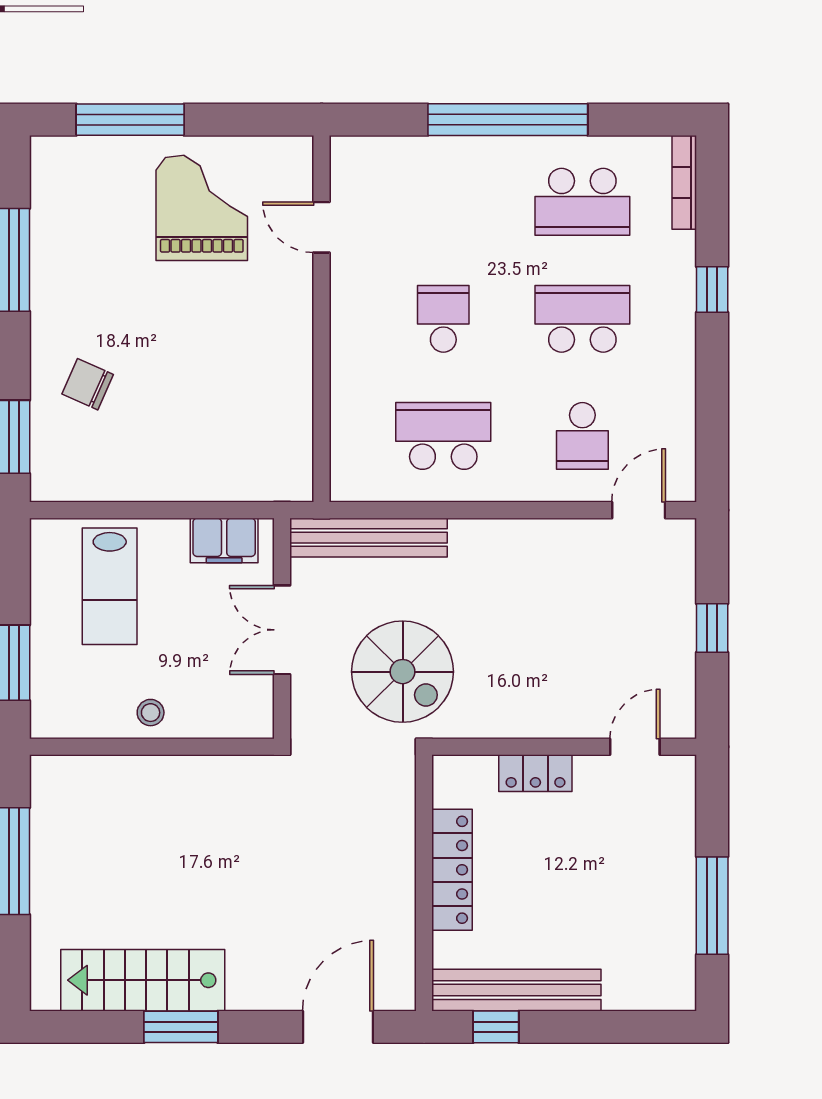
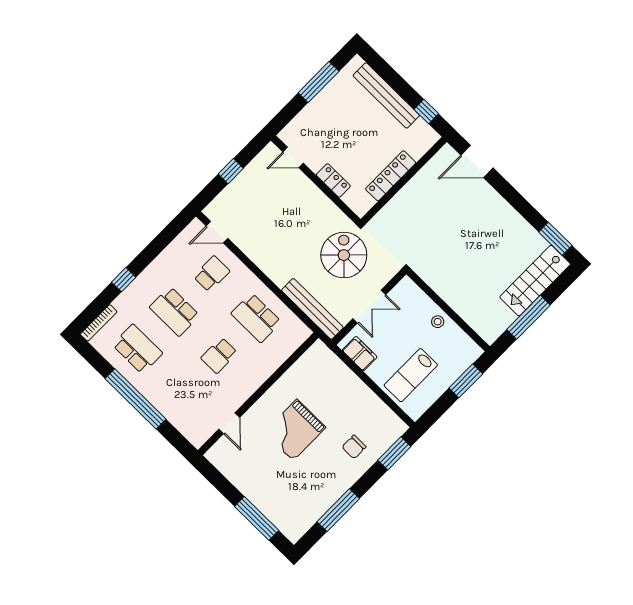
grand piano: (202, 208) -> (295, 430), moved
chair: (88, 384) -> (354, 447), turned 66
lab bench: (110, 586) -> (411, 375), turned 180
stairs: (143, 980) -> (535, 281), moved, turned 90
bench: (516, 990) -> (386, 95), moved
window: (181, 1027) -> (555, 239), moved

